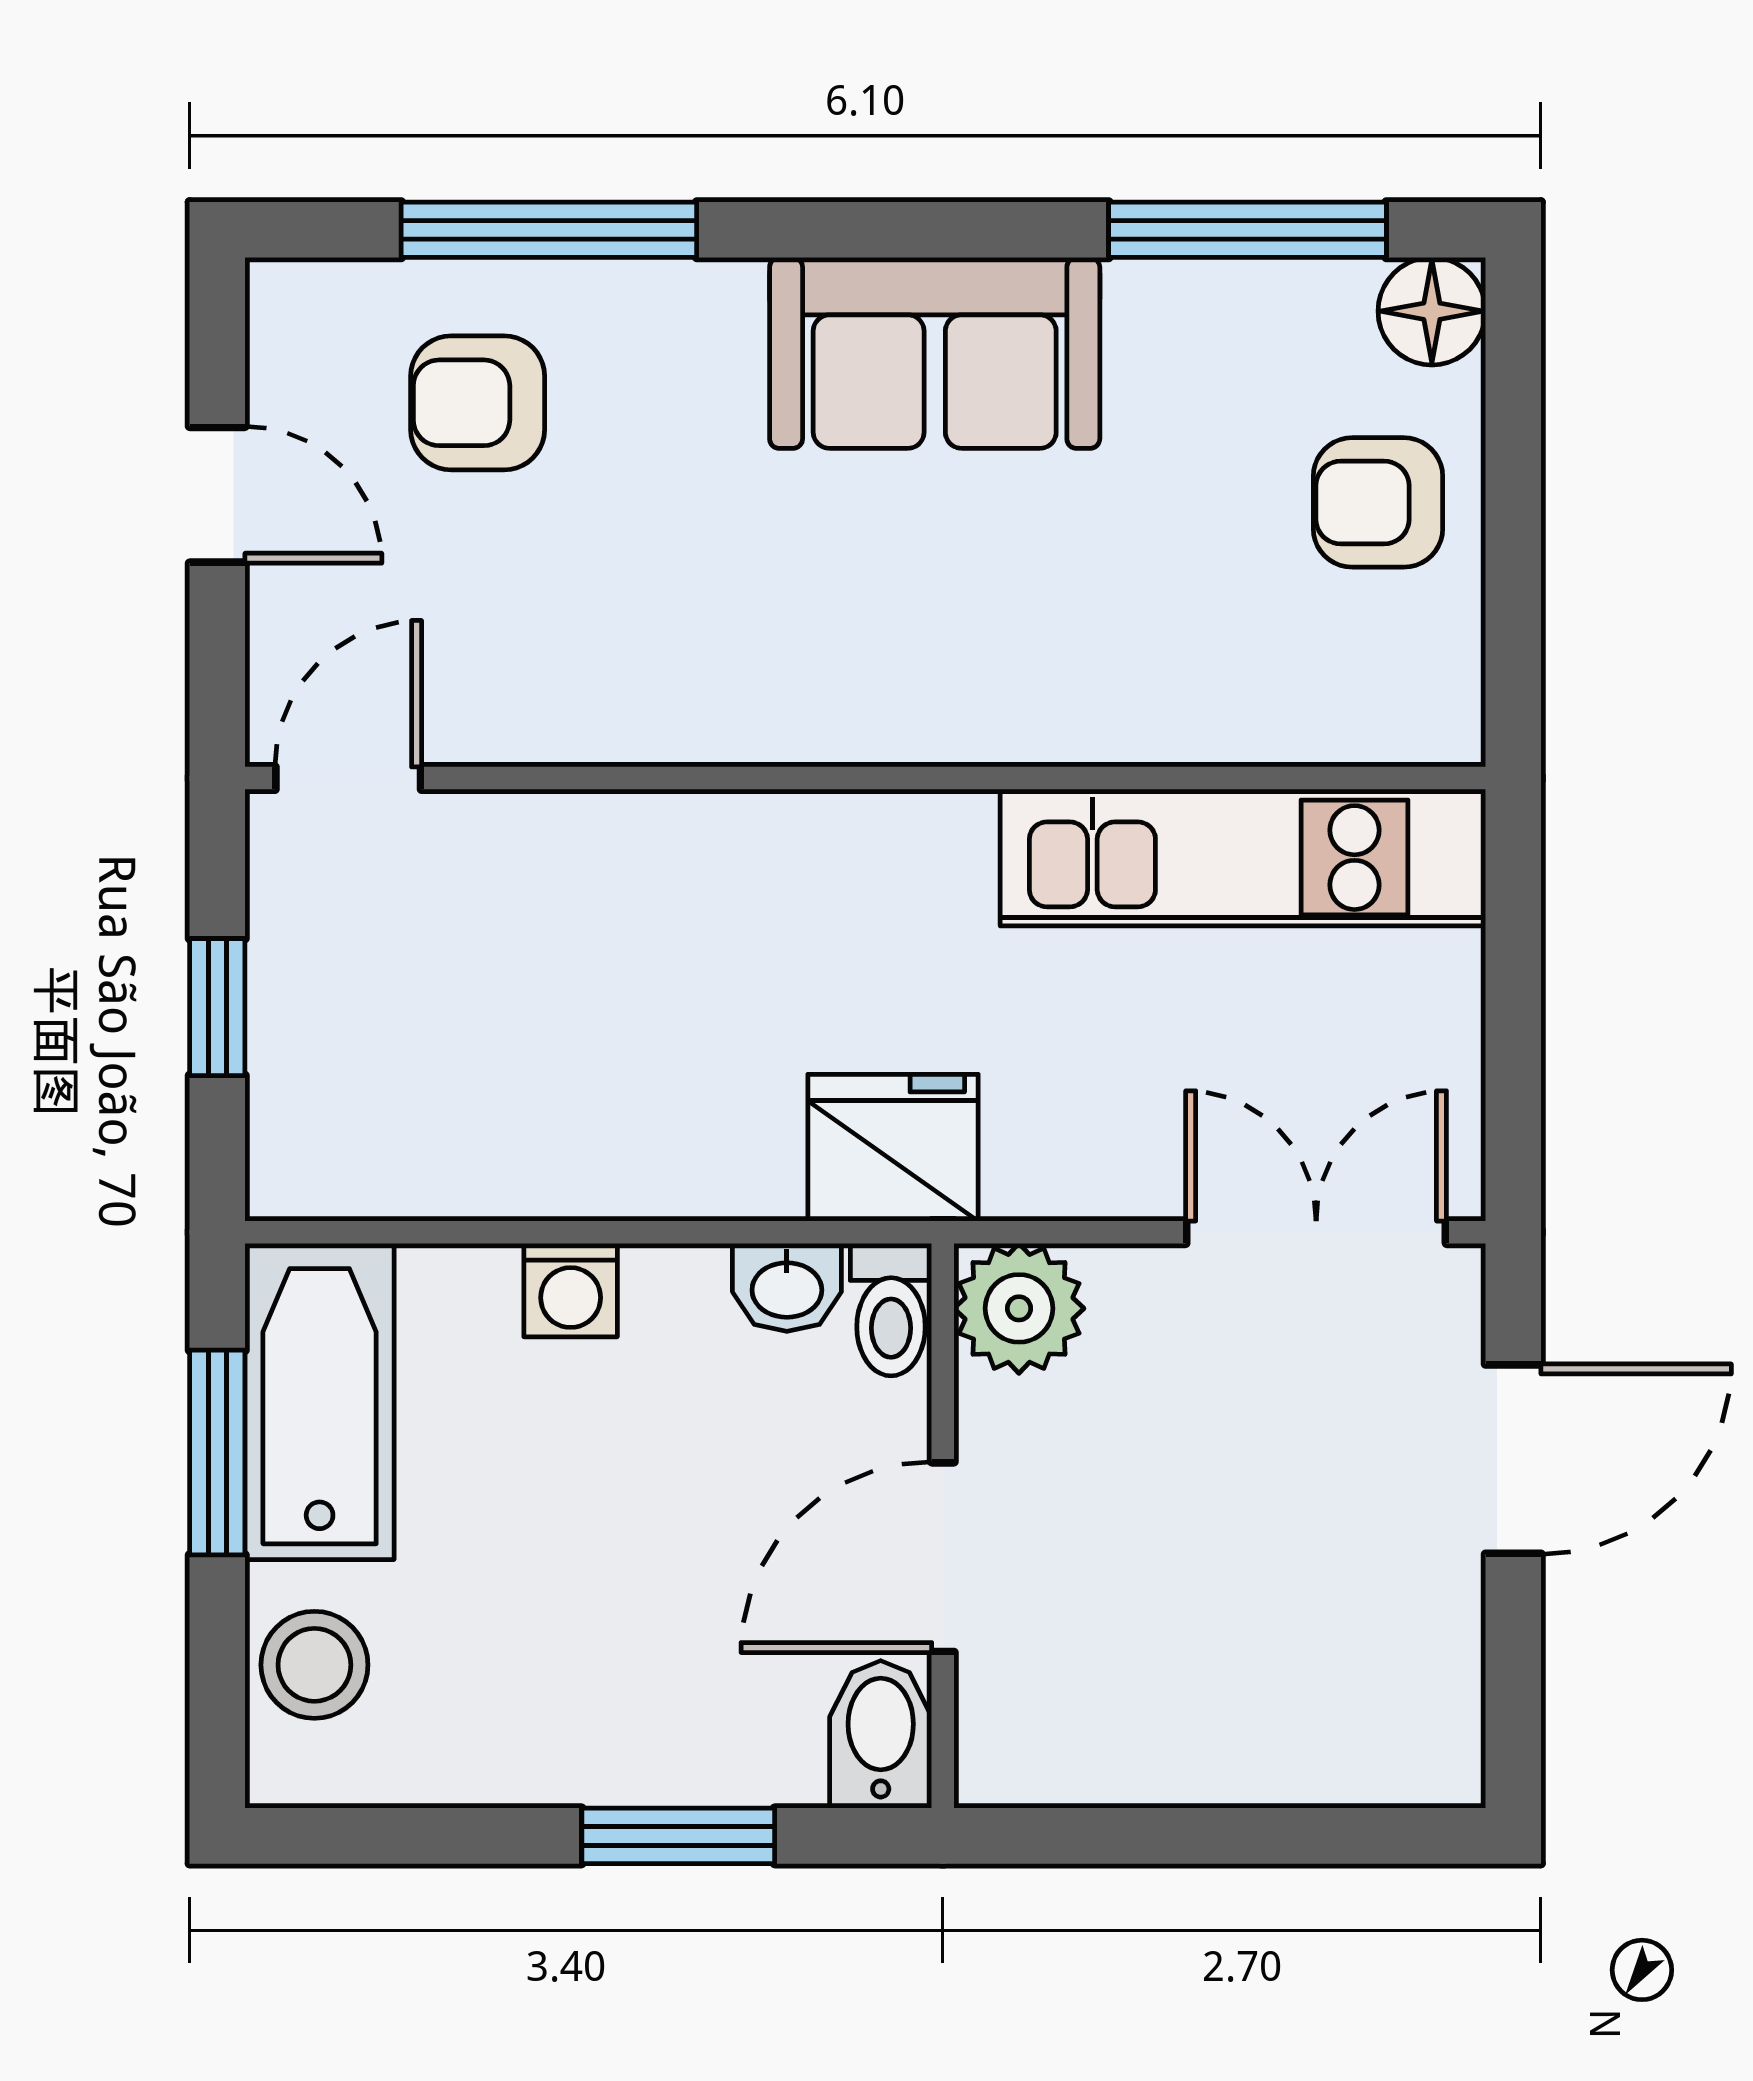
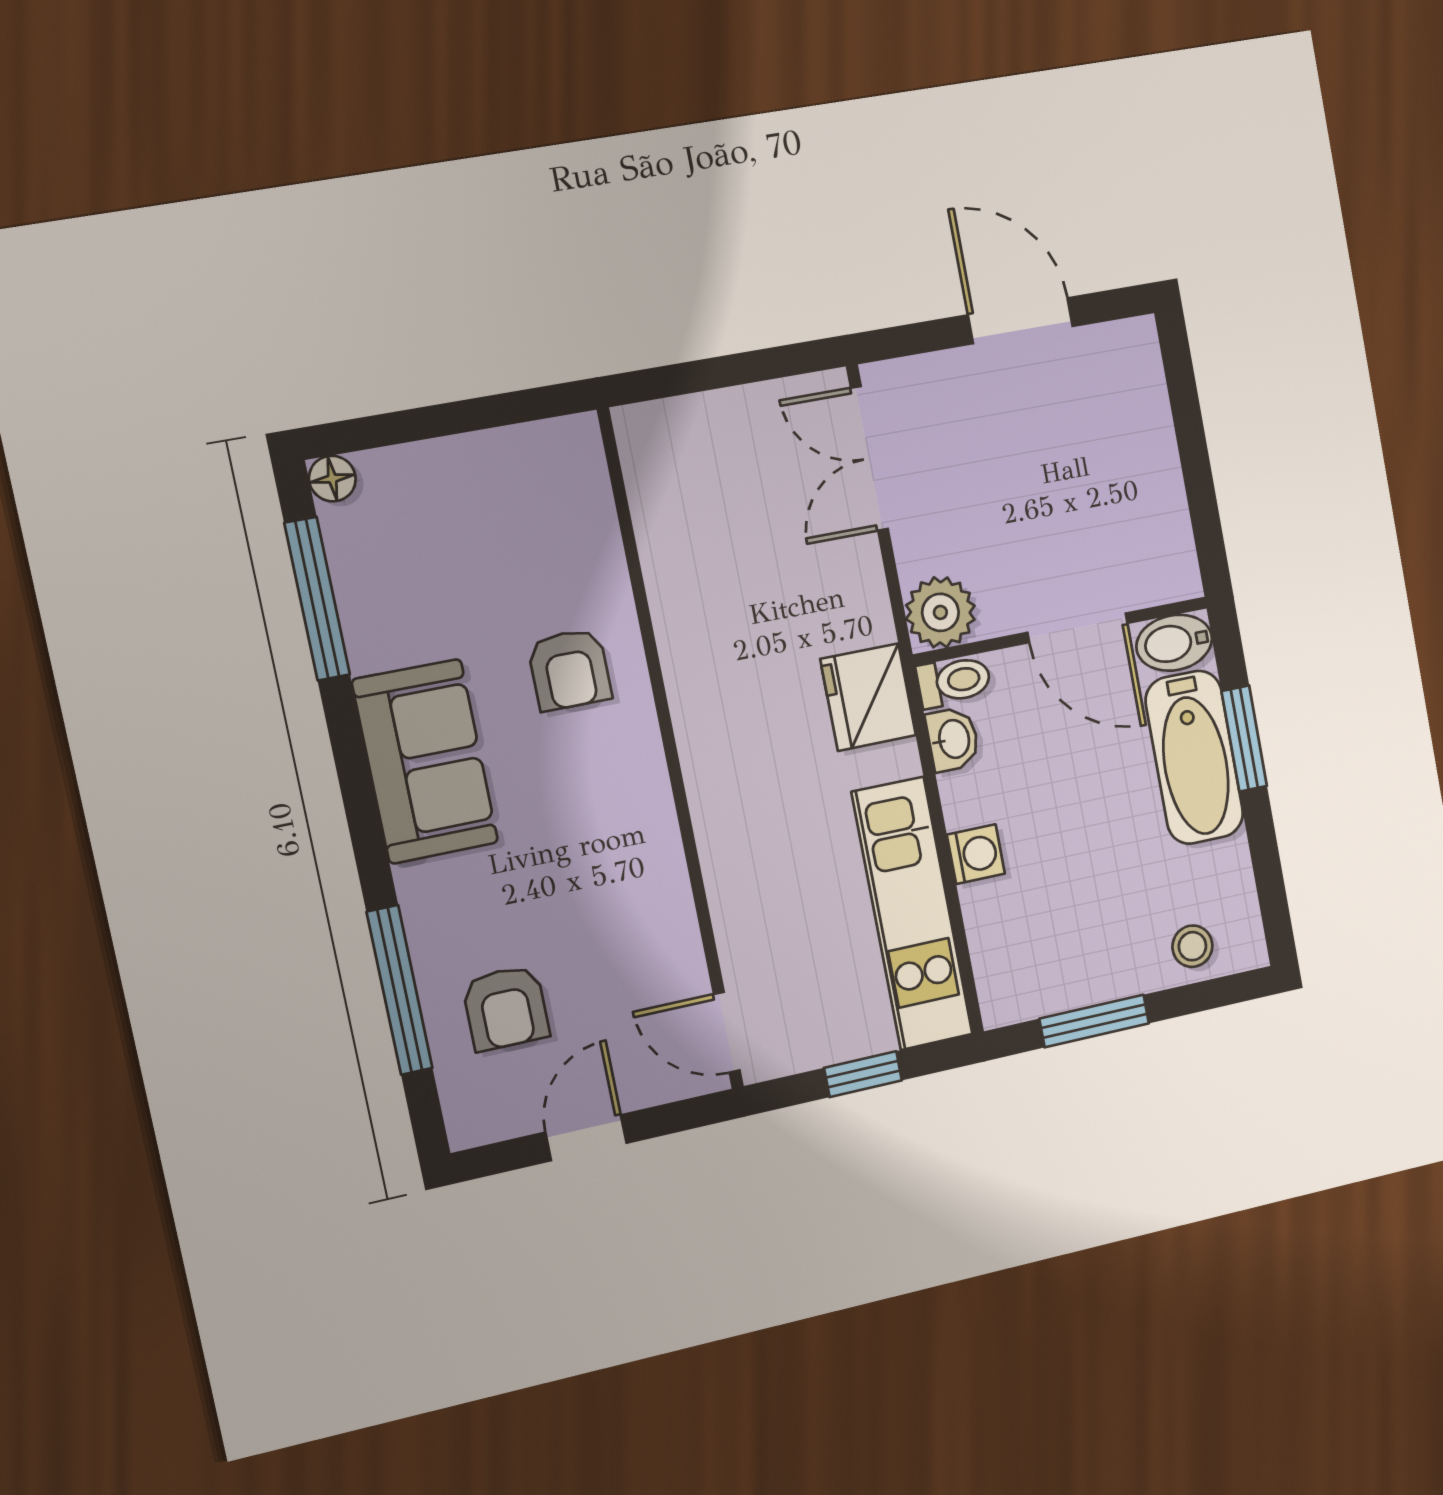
floor lamp: (1432, 311) -> (332, 479), width x0.73, depth x0.73
armchair: (1378, 502) -> (570, 670), moved
kitchen unit: (1243, 858) -> (912, 914), moved, turned 180
bathtub: (320, 1401) -> (1194, 757), moved, turned -90
door: (1513, 1459) -> (1020, 321), moved
stool: (314, 1665) -> (1192, 946), width x0.73, depth x0.73

